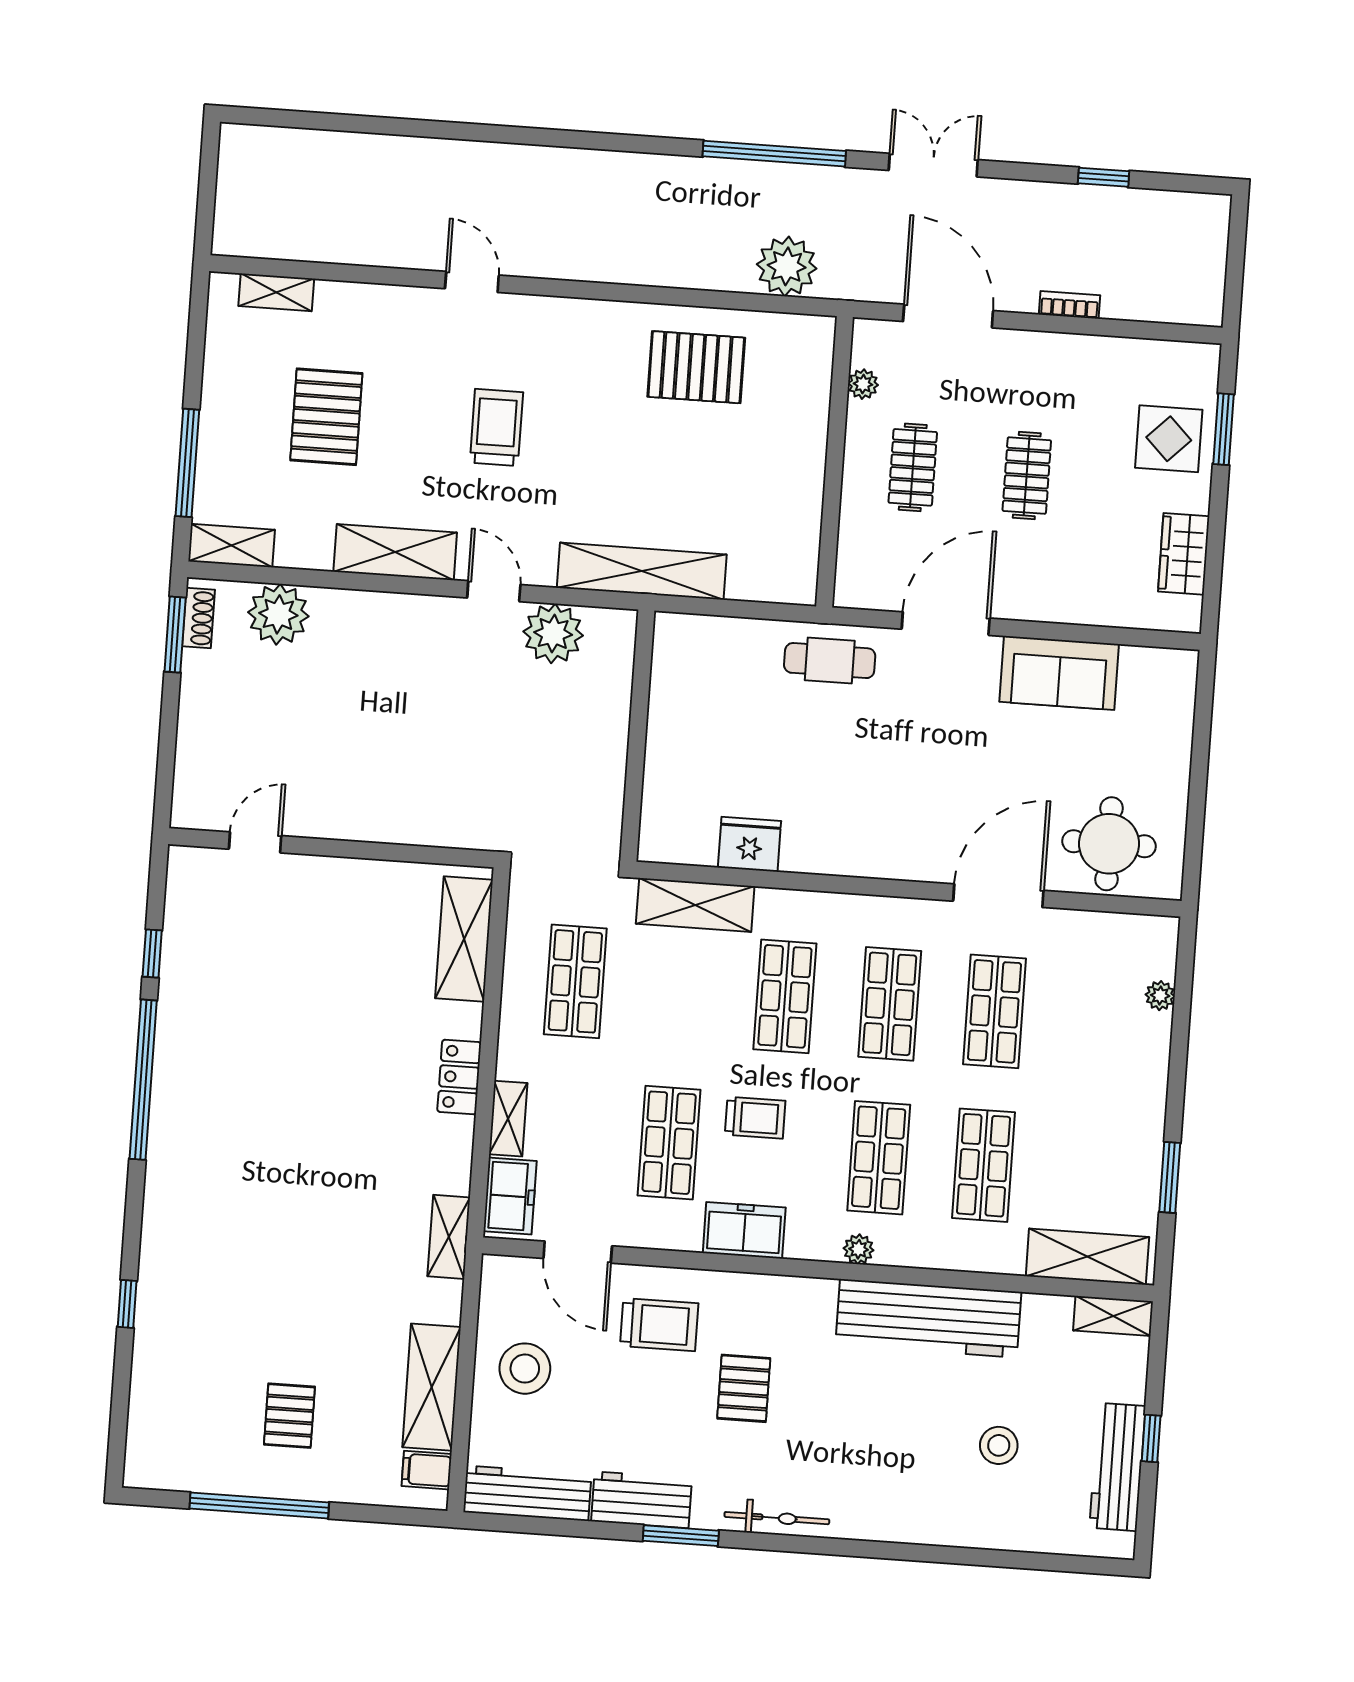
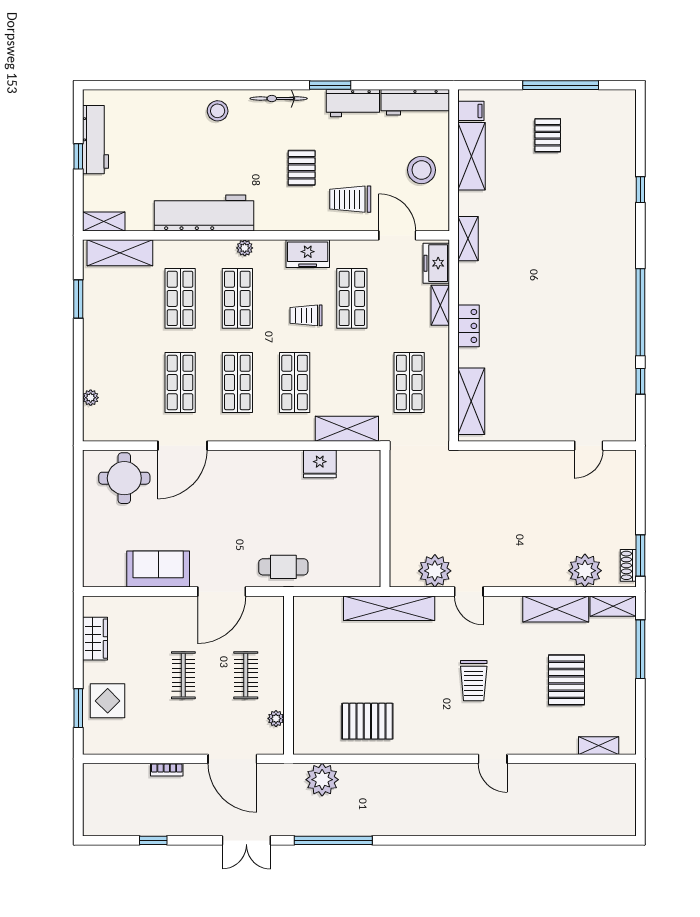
shelving: (395, 552) -> (556, 609), moved
stool: (999, 1445) -> (218, 111), moved

